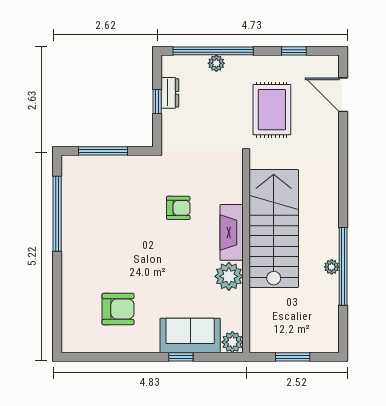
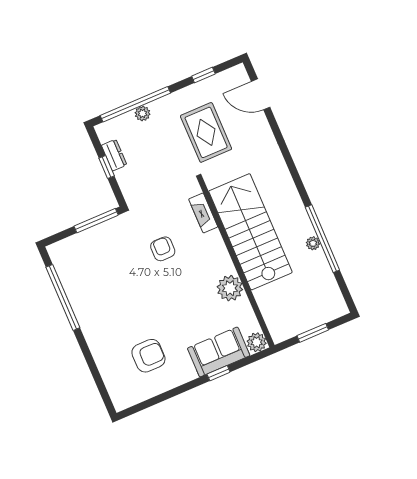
window: (103, 151) -> (96, 221), moved
armchair: (178, 208) -> (163, 249), turned -90
fireplace: (232, 232) -> (203, 213), moved, width x0.73, depth x0.76

